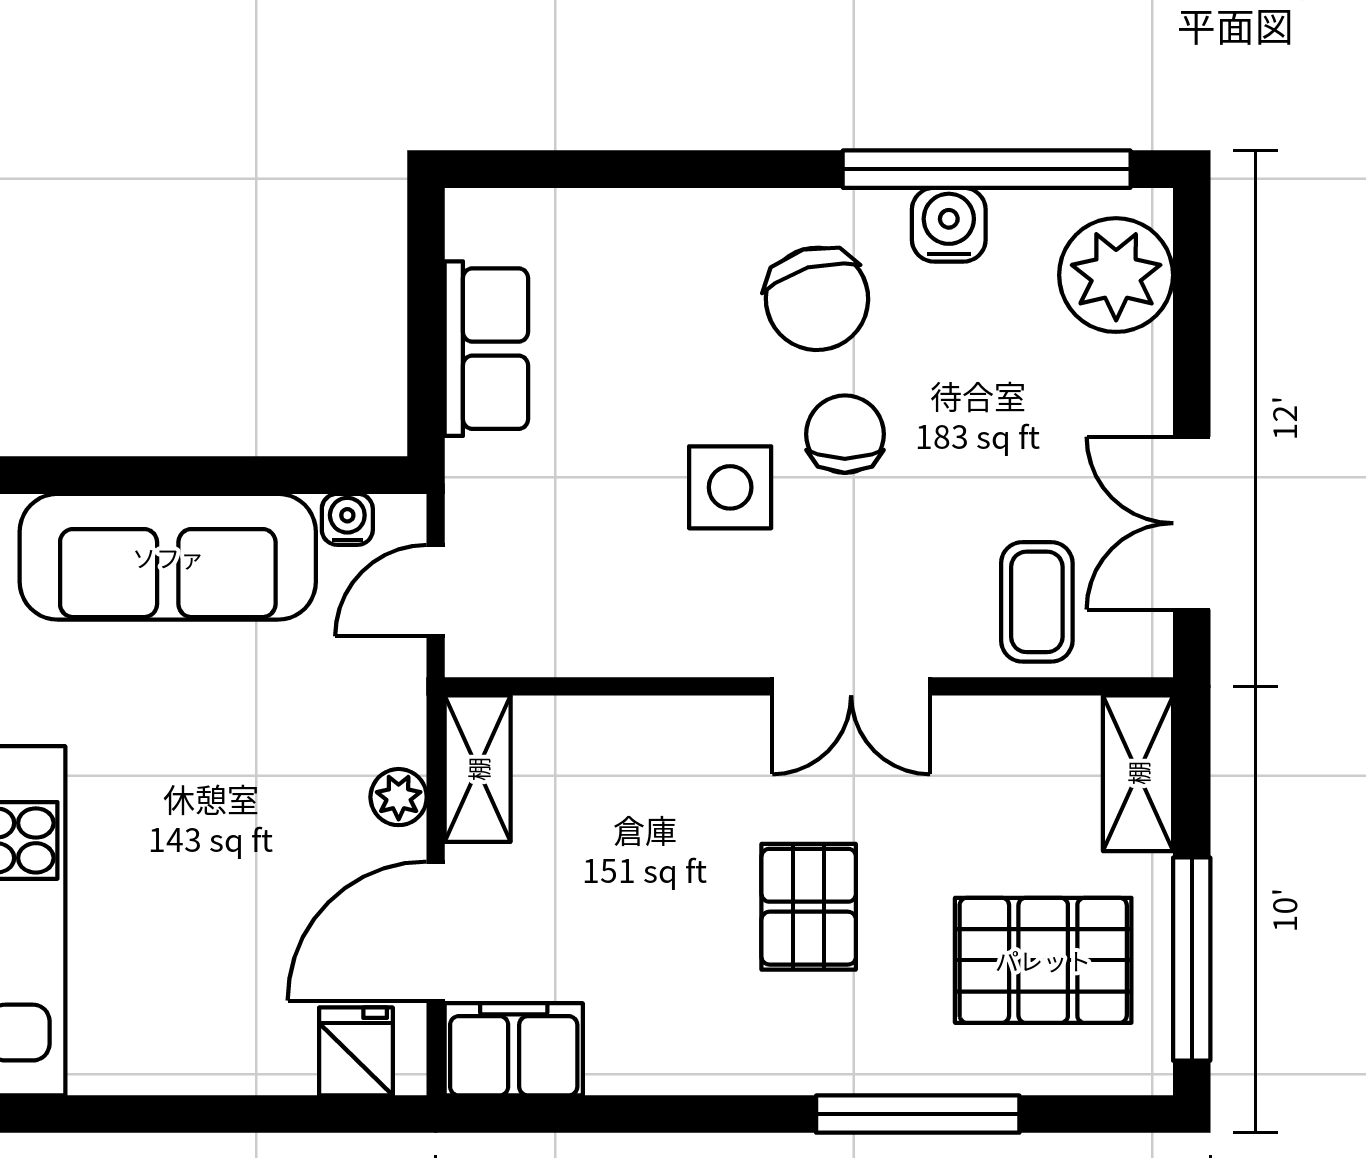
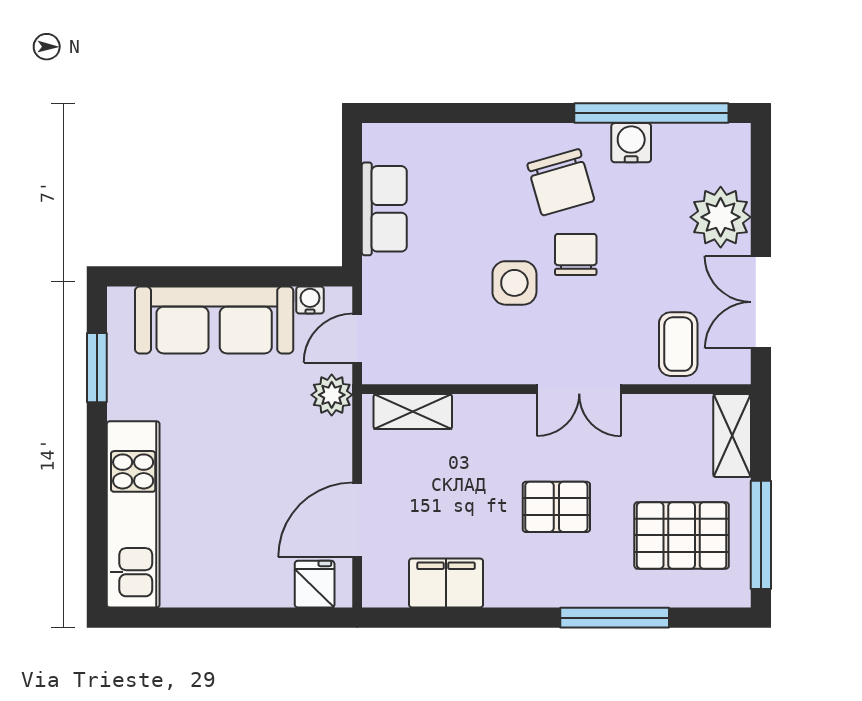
plant: (1116, 275) -> (721, 217), moved
shelving: (478, 769) -> (413, 412), moved, turned 90
plant: (399, 797) -> (332, 395), moved, width x1.38, depth x1.38
pallet: (809, 907) -> (556, 507), turned 90
filing cabinet: (514, 1049) -> (446, 583), moved

